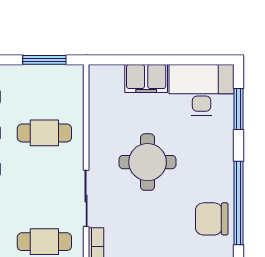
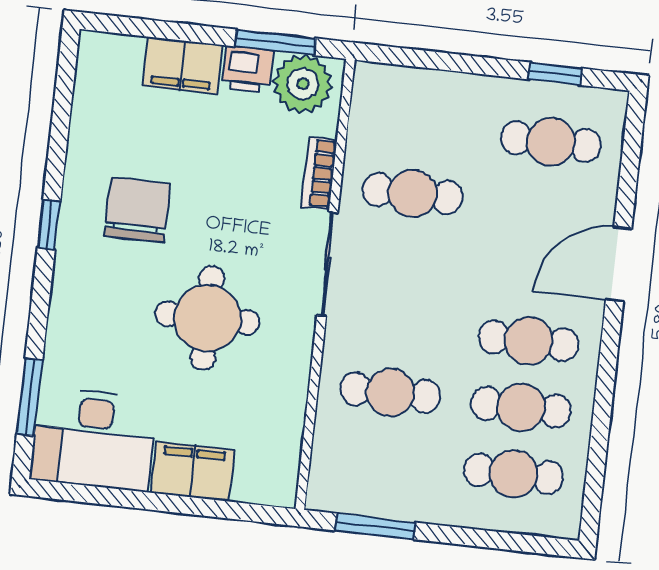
window: (239, 203) -> (49, 224), width x0.32
chair: (212, 219) -> (137, 210), moved, turned -90

